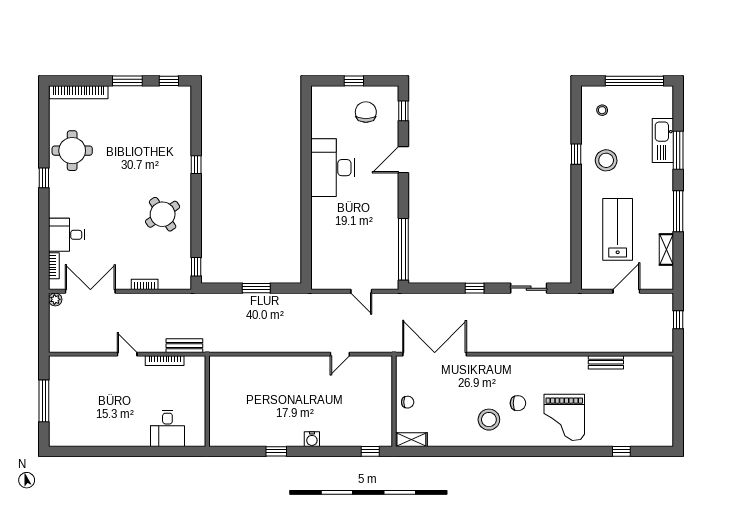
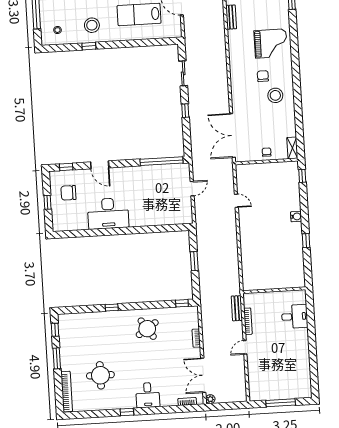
round table: (72, 151) -> (100, 375), moved
desk: (67, 235) -> (148, 395), moved

